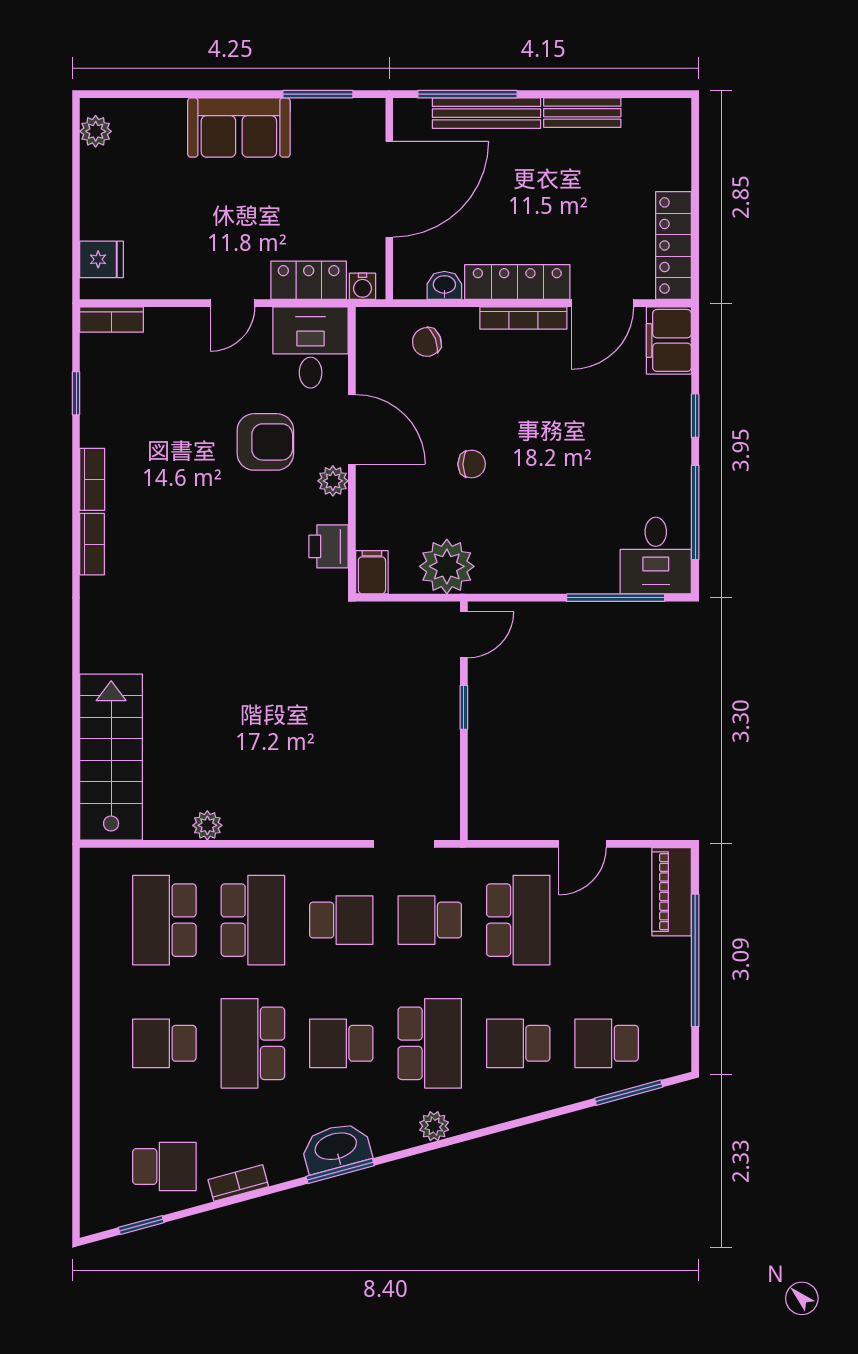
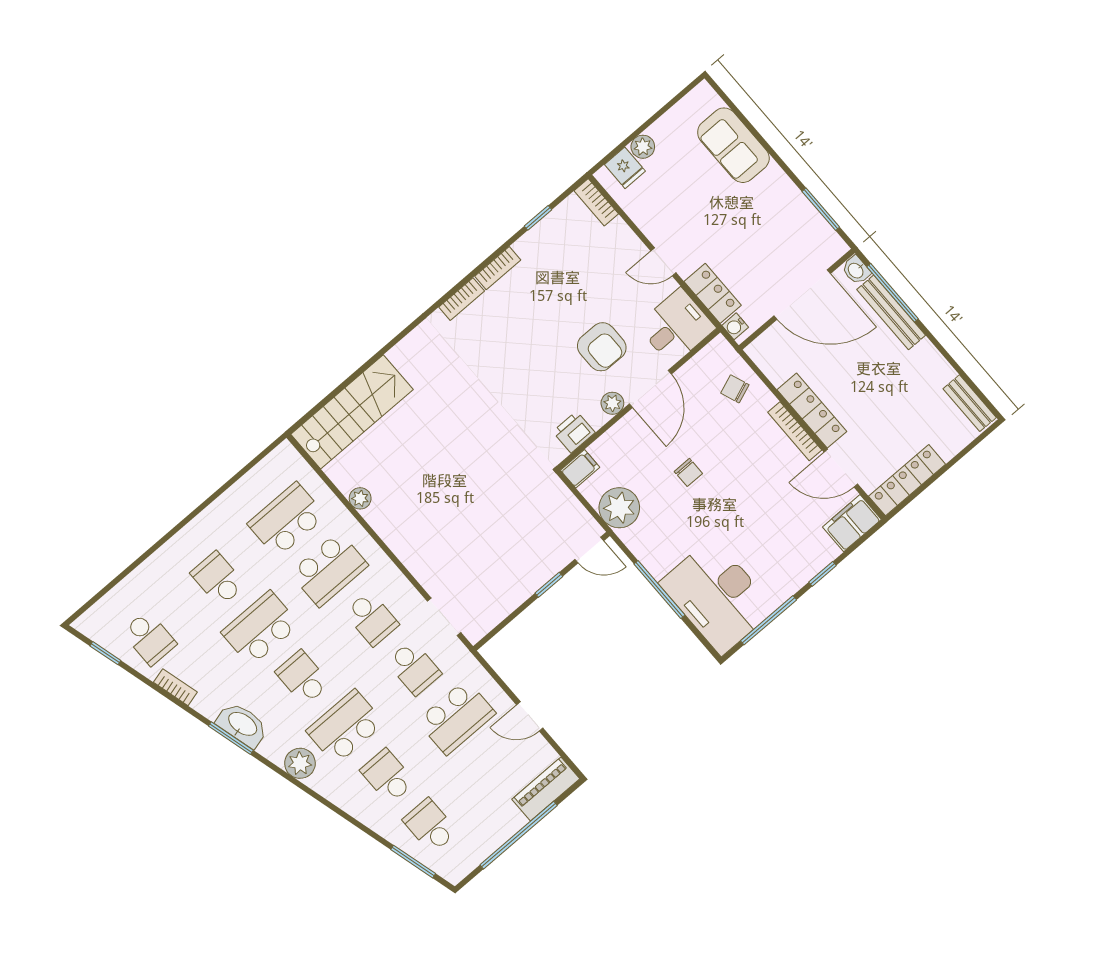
bench: (582, 113) -> (970, 403), moved
sofa: (239, 128) -> (733, 145), moved
plant: (96, 131) -> (643, 147), moved
washbasin: (444, 285) -> (856, 270), moved, turned 180
desk: (656, 556) -> (717, 596), width x1.87, depth x1.30
window: (616, 598) -> (659, 589), moved
school desk: (430, 920) -> (414, 668), turned 180
school desk: (430, 1043) -> (345, 727), turned 180
plant: (434, 1126) -> (300, 763), width x1.38, depth x1.38

